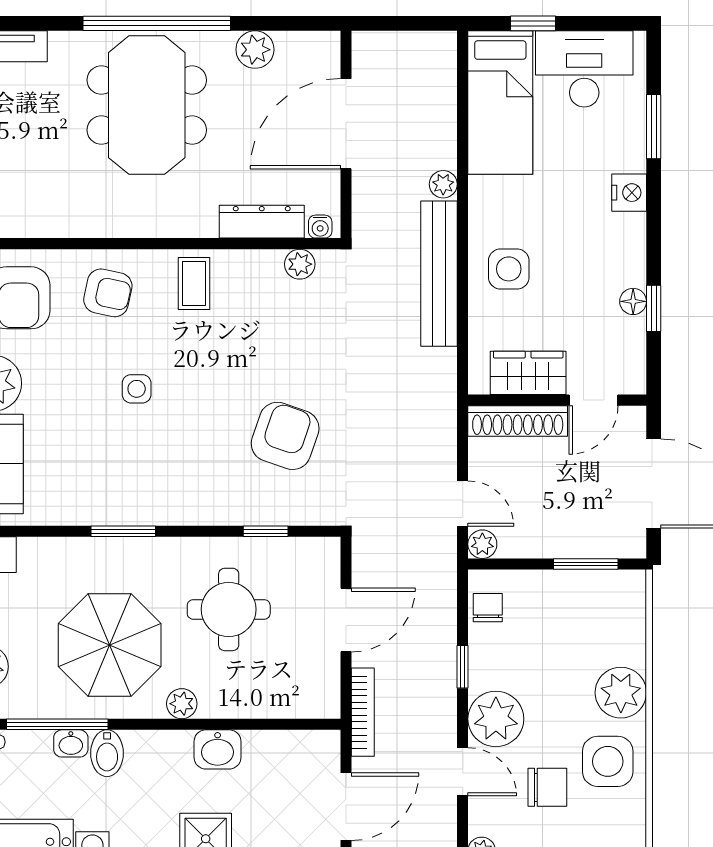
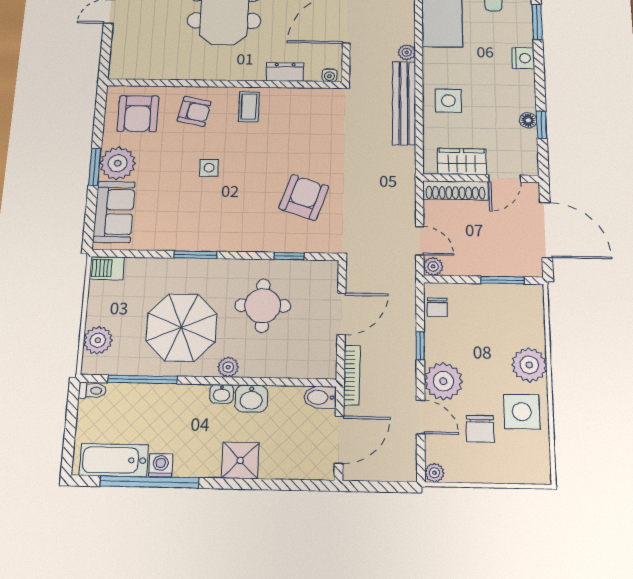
dresser: (262, 222) -> (285, 72), width x0.70
plant: (300, 264) -> (316, 96), removed
chair: (488, 608) -> (437, 307), turned 180
washbasin: (71, 743) -> (222, 394), moved
bidet: (107, 753) -> (320, 397), moved, turned 90
chair: (547, 787) -> (480, 429), turned 90

